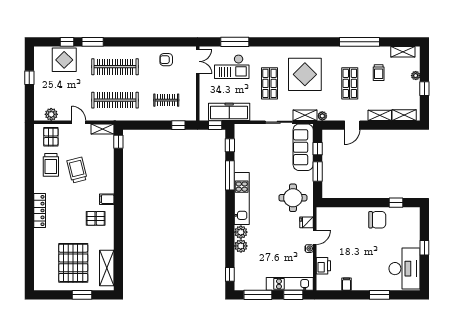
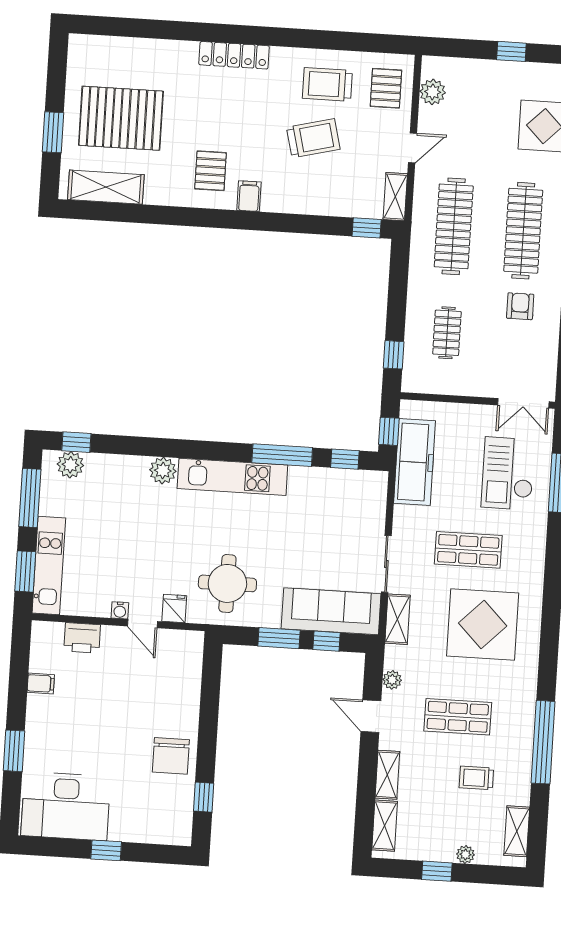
armchair: (166, 60) -> (520, 306), moved
plant: (322, 116) -> (392, 680), moved
pallet: (51, 137) -> (386, 88), turned 90
plant: (241, 246) -> (70, 465), moved

